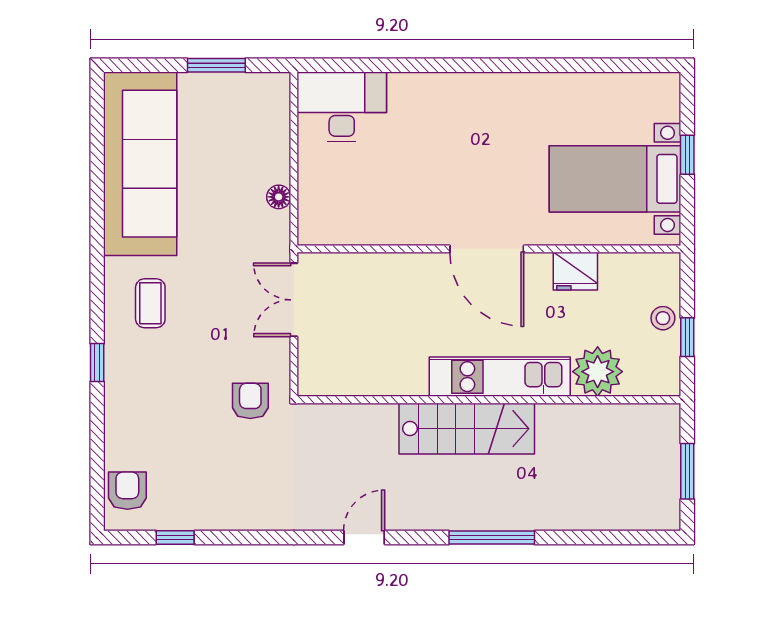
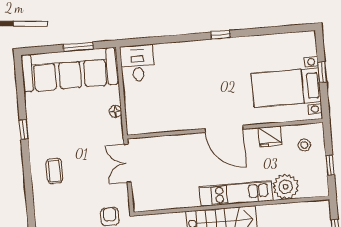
window: (496, 65) -> (220, 35), added
desk: (342, 107) -> (138, 63), width x0.73
sofa: (140, 164) -> (70, 70), moved, turned 90
stool: (663, 318) -> (304, 145), moved
window: (97, 363) -> (24, 129), moved

